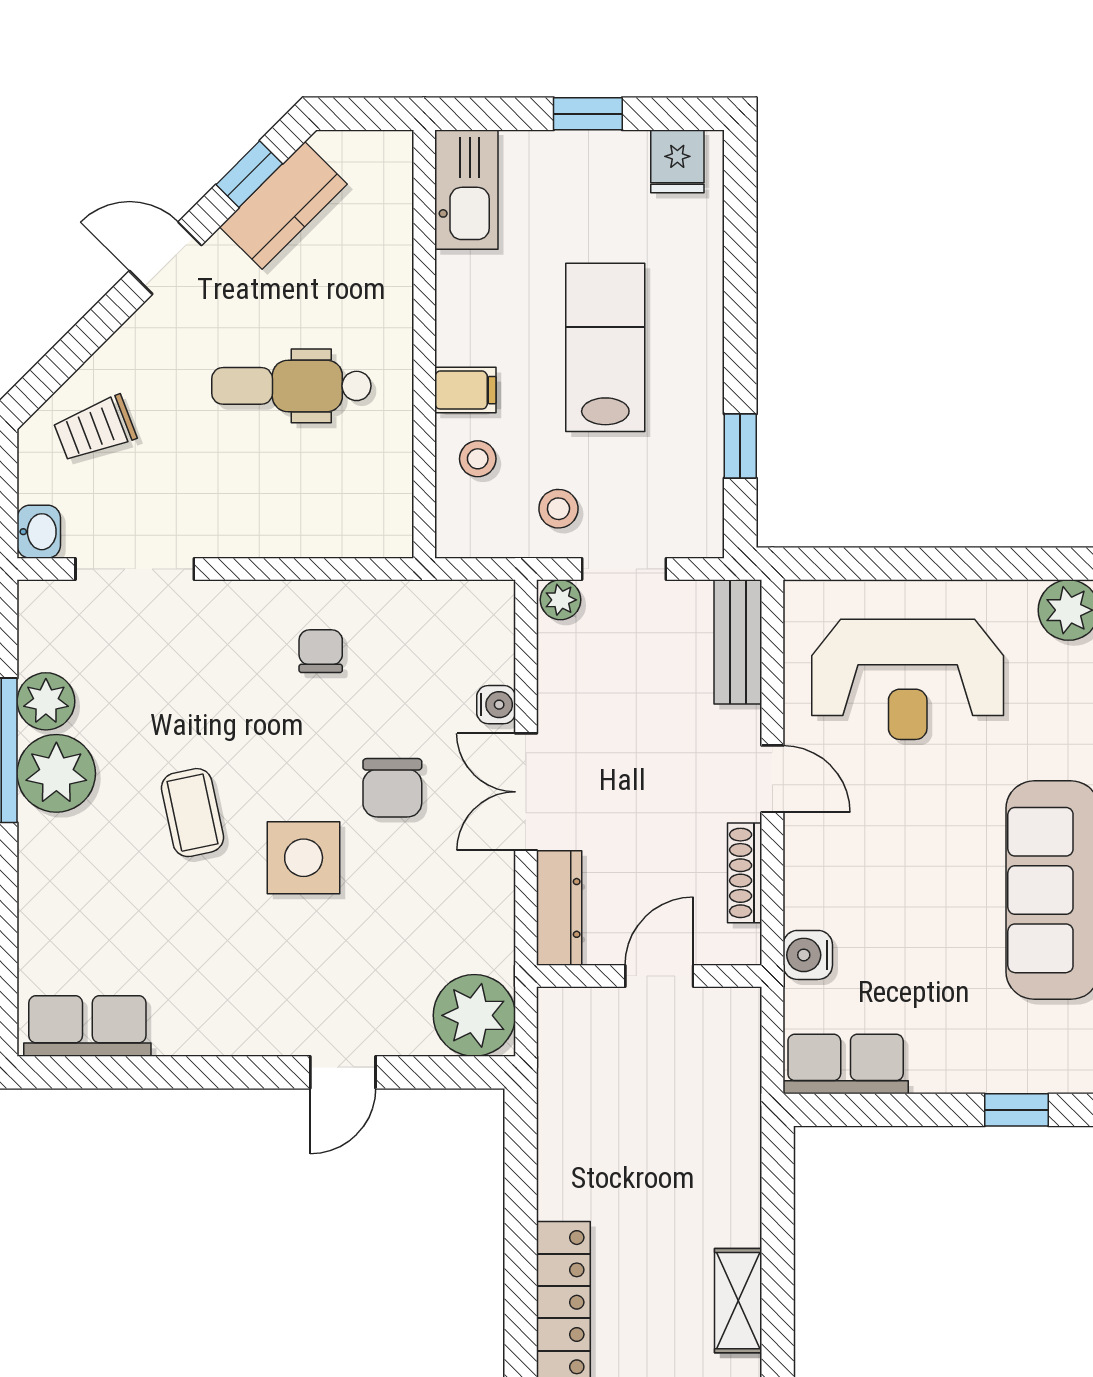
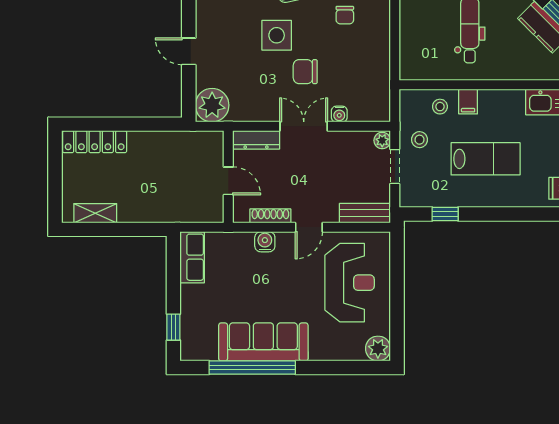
chair: (321, 651) -> (345, 15), moved, turned 90
reception desk: (908, 679) -> (350, 283), turned 180
water cooler: (808, 955) -> (265, 242), moved

